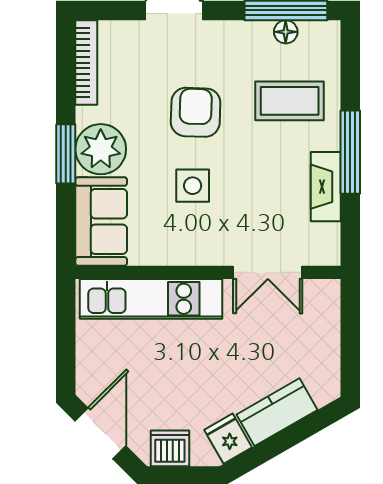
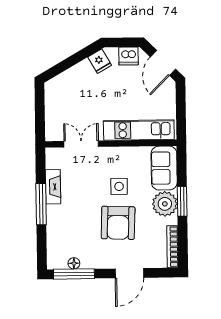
coffee table: (290, 101) -> (72, 229), removed
armchair: (196, 112) -> (118, 223), width x1.36, depth x1.36
kitchen counter: (277, 412) -> (76, 75), removed

